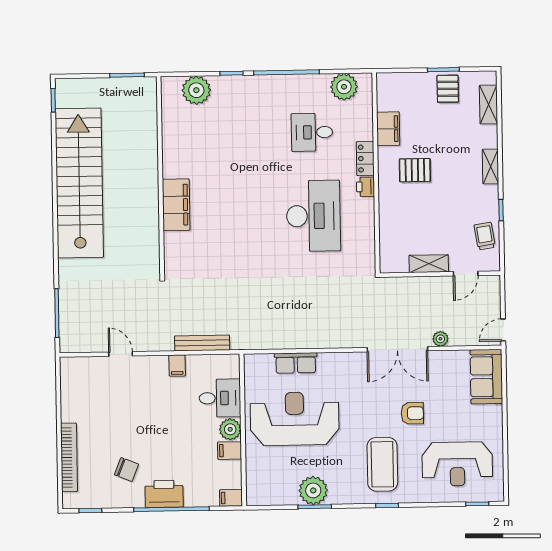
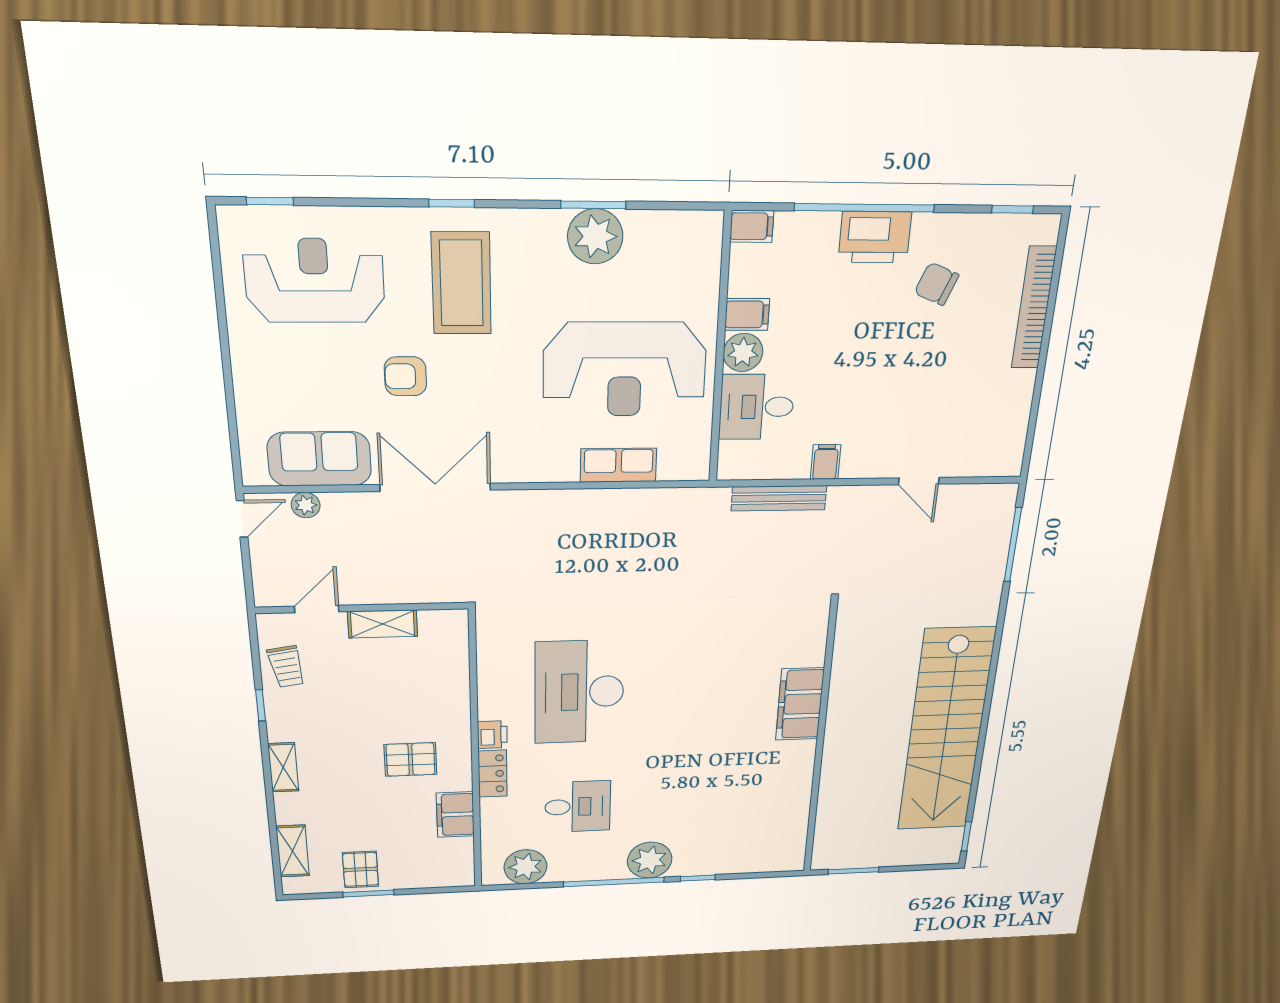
plant: (196, 90) -> (650, 860), moved
plant: (440, 339) -> (306, 505), moved
sofa: (486, 377) -> (319, 459), moved, turned -90

